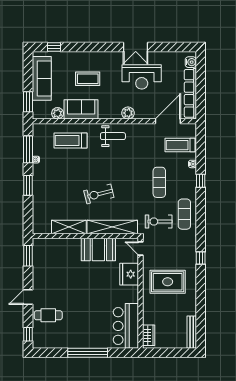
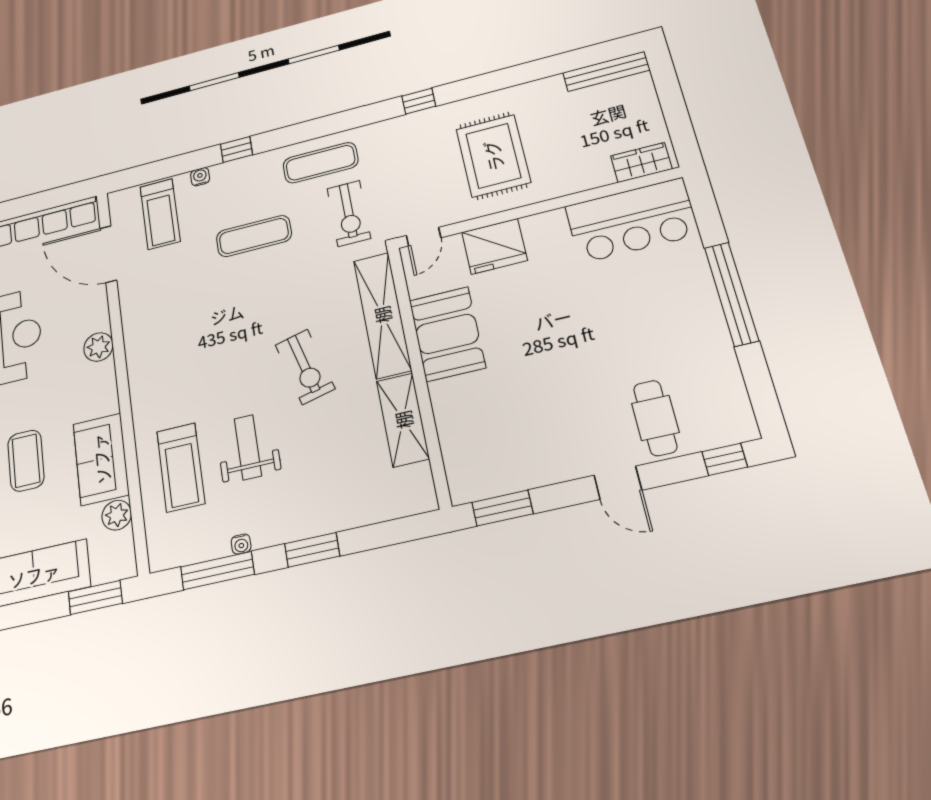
weight bench: (113, 136) -> (248, 447), moved

